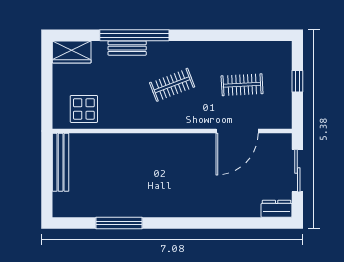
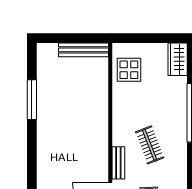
bench: (127, 48) -> (118, 163), moved

